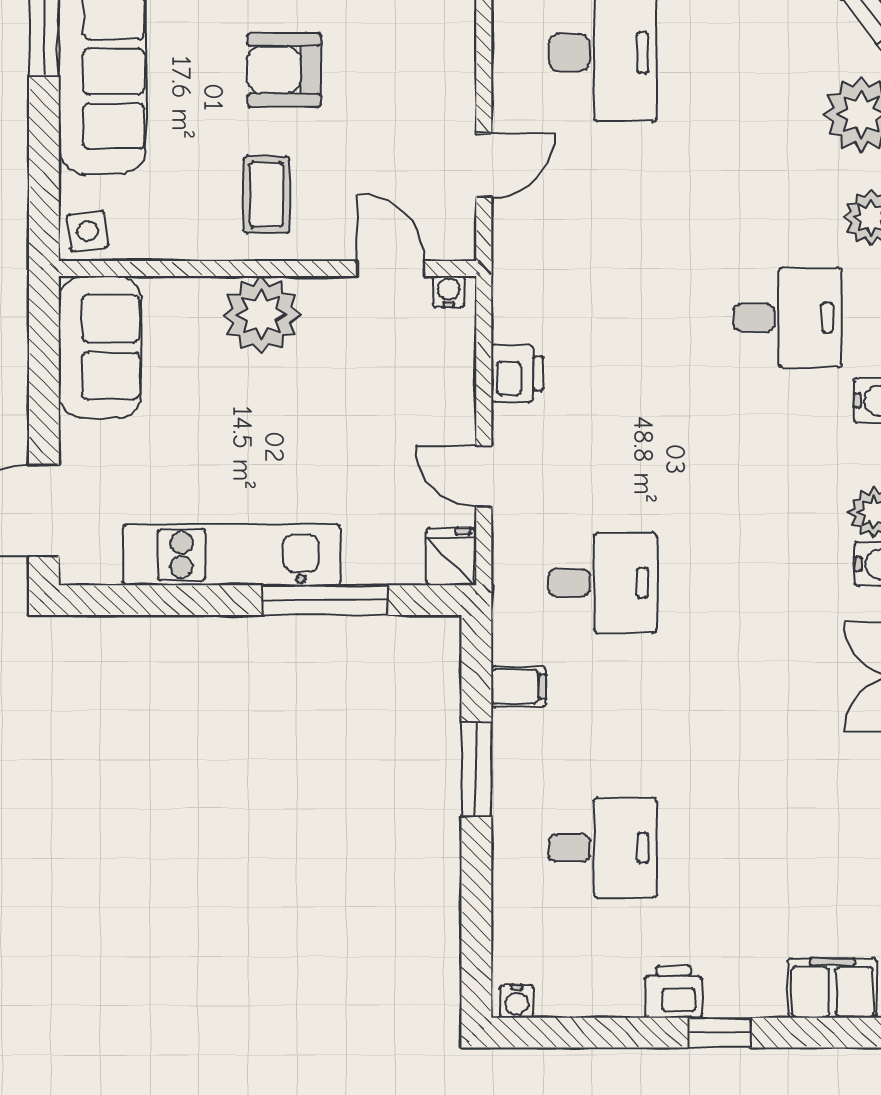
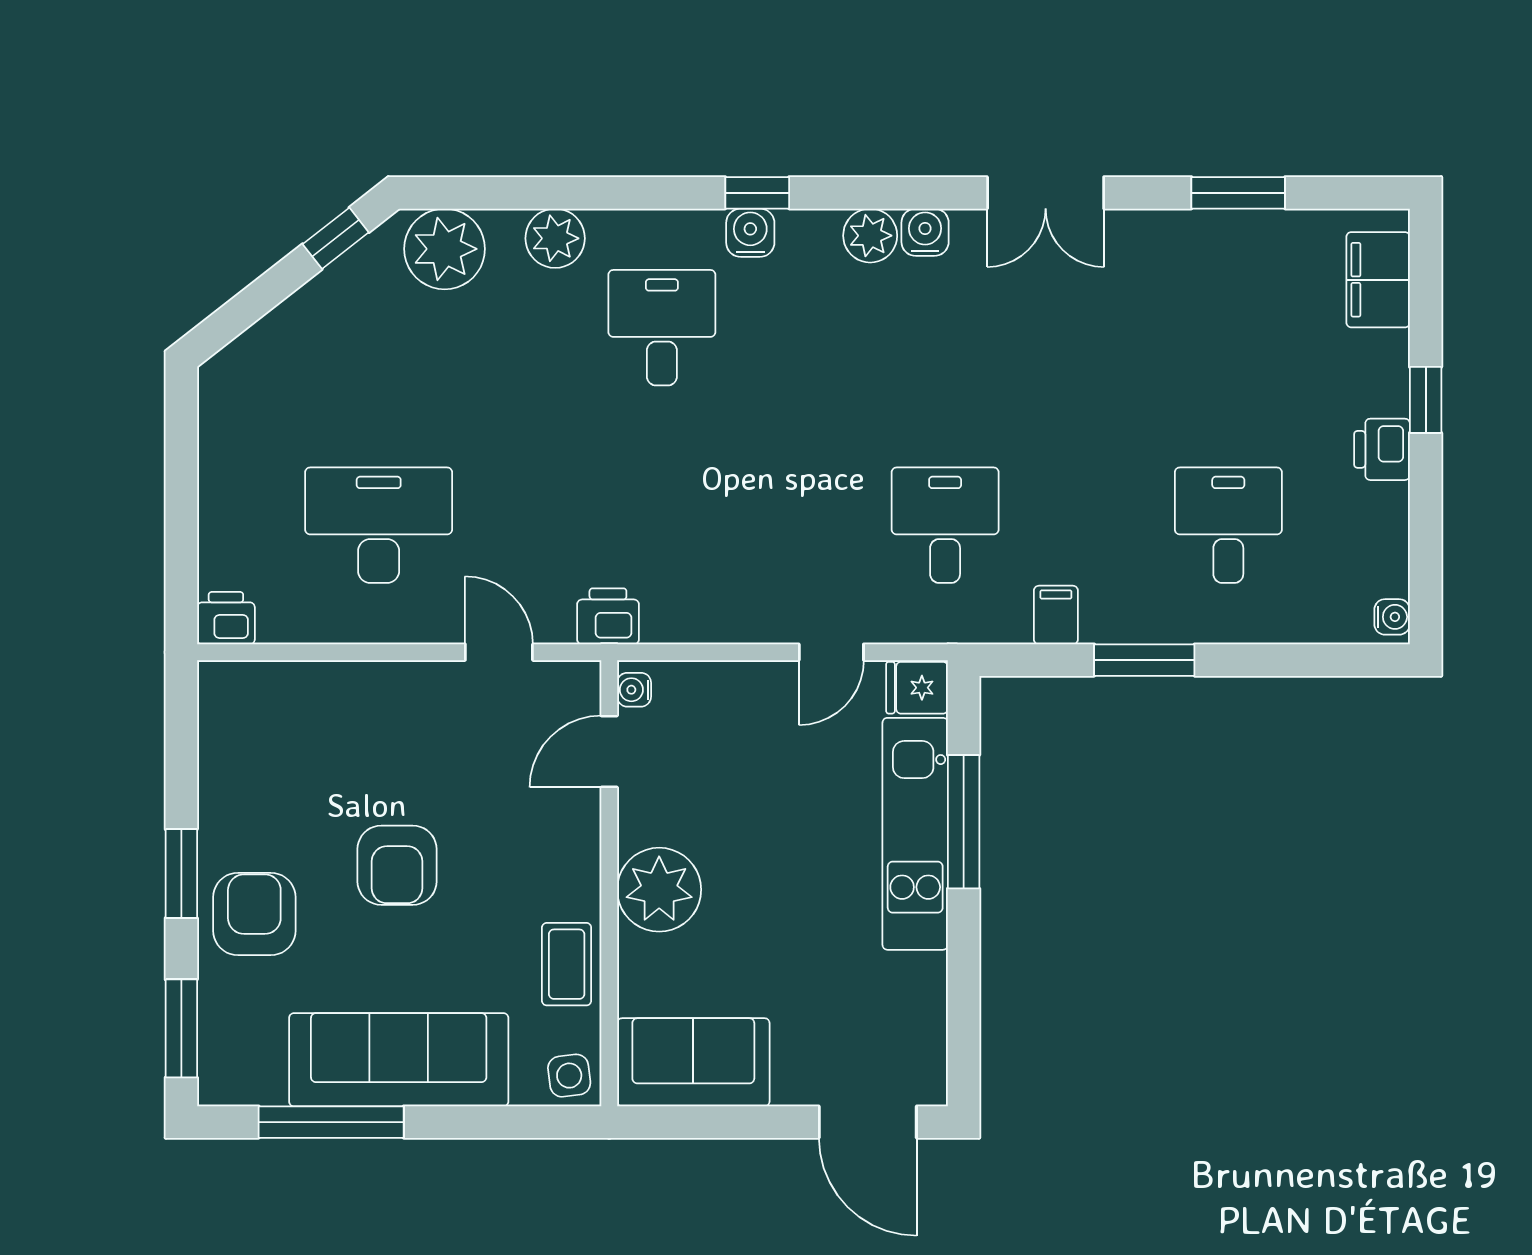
coffee table: (267, 195) -> (567, 964), moved, turned 90
printer: (517, 373) -> (608, 616), moved
kitchen unit: (231, 555) -> (915, 834), moved

